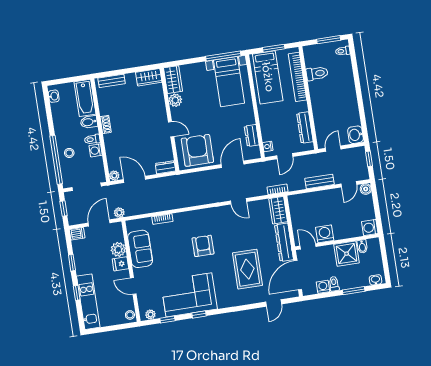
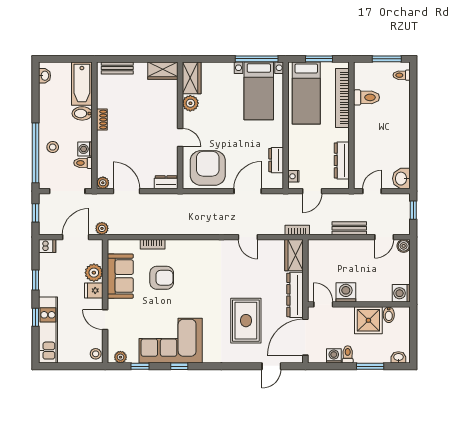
toilet: (92, 139) -> (83, 163), moved
armchair: (203, 246) -> (162, 278), moved, turned 90

